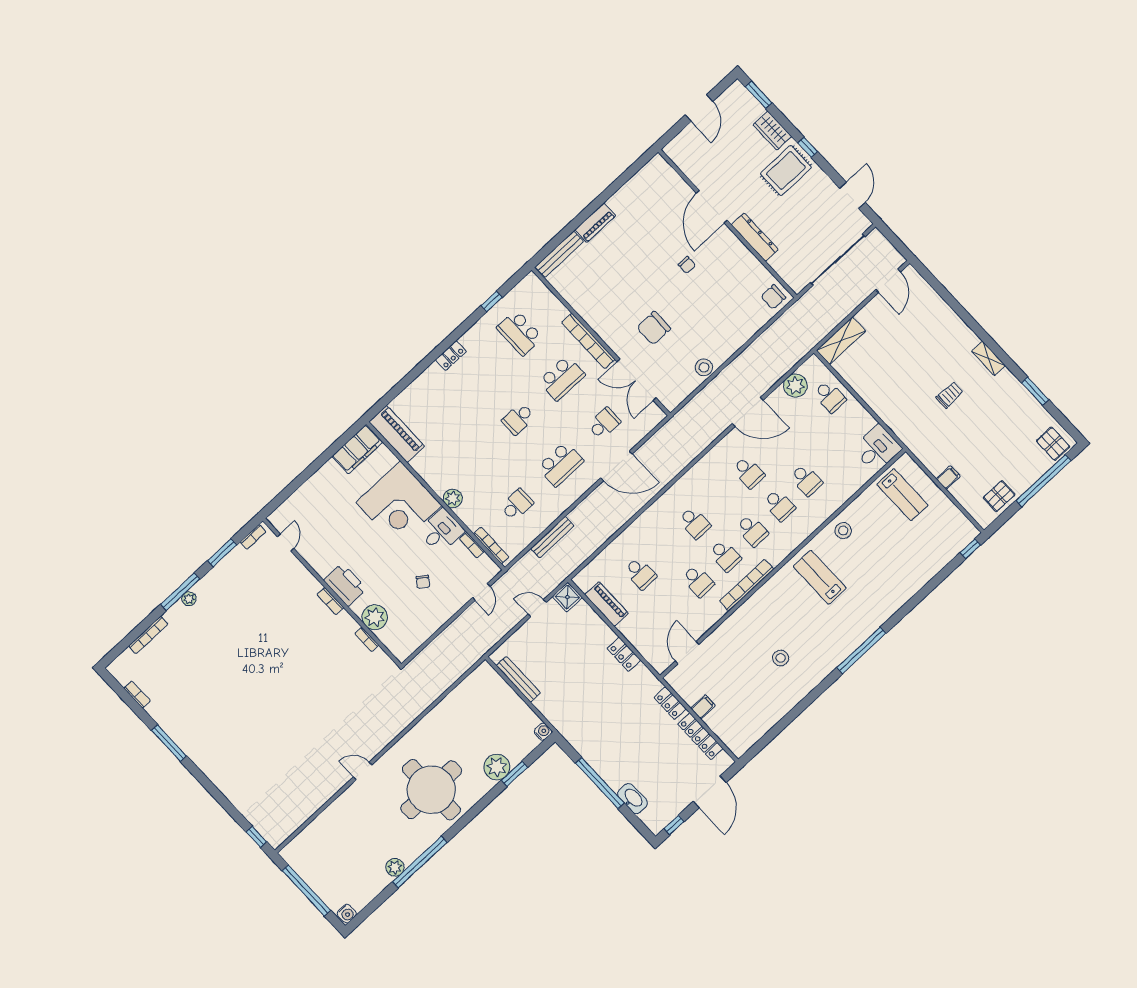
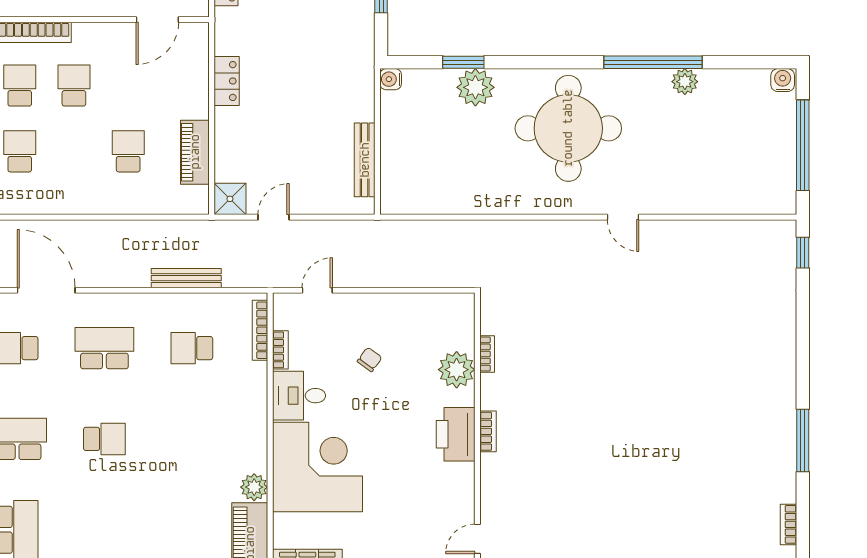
plant: (453, 498) -> (254, 487), moved
door: (537, 608) -> (274, 217), swing flipped

